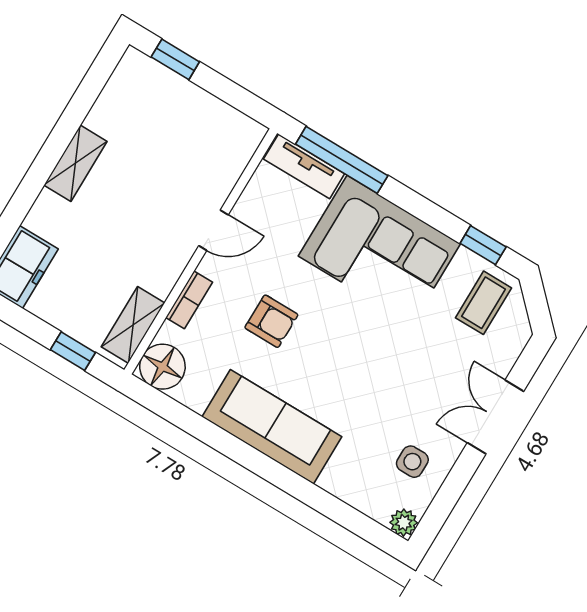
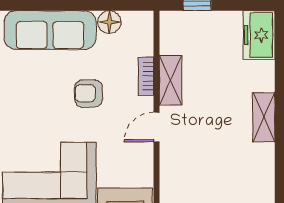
shelving: (133, 325) -> (171, 80), moved
floor lamp: (162, 367) -> (109, 22), moved, width x0.73, depth x0.73

